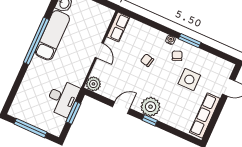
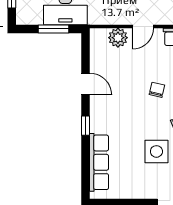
plant: (93, 84) -> (118, 38), moved
plant: (151, 107) -> (103, 119), removed
row of seats: (205, 115) -> (99, 162), moved, turned 90

